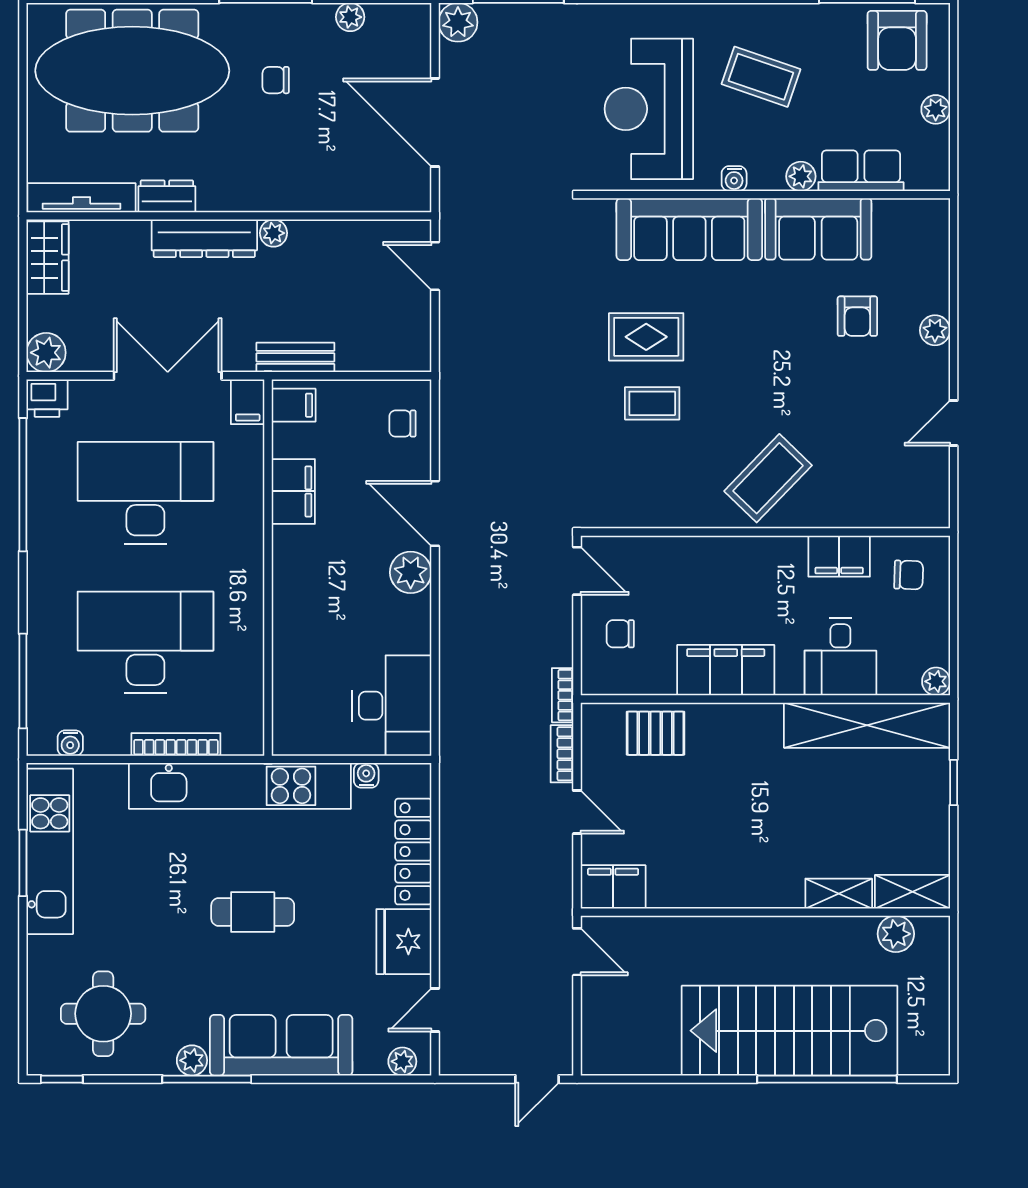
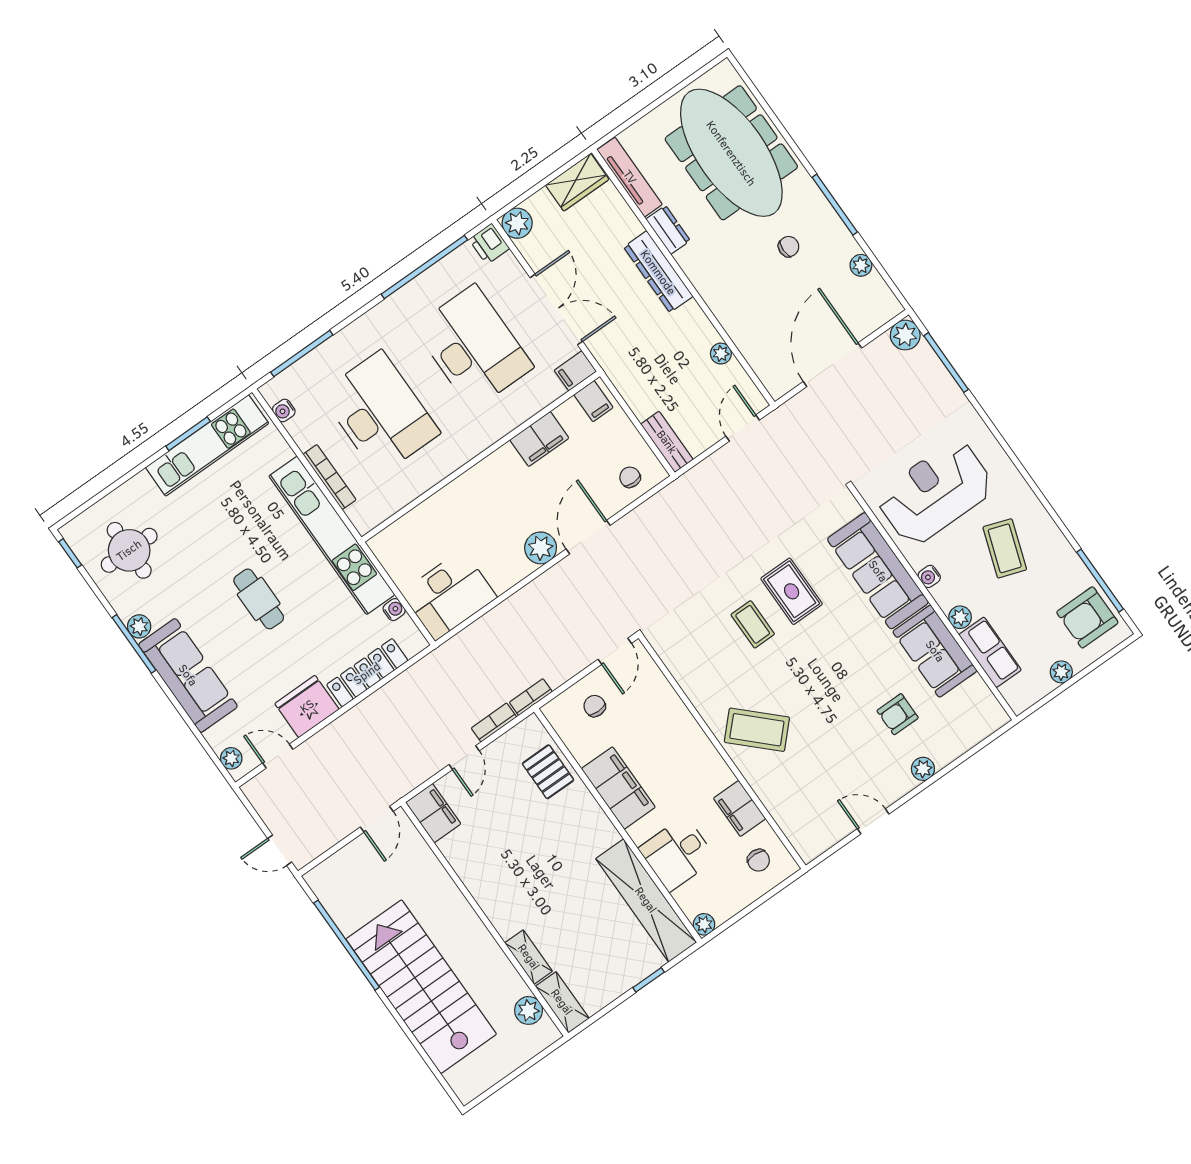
chair: (276, 80) -> (789, 247), turned 90
plant: (273, 233) -> (721, 354), moved
bench: (295, 357) -> (667, 442), moved
window: (827, 1079) -> (347, 945), moved

